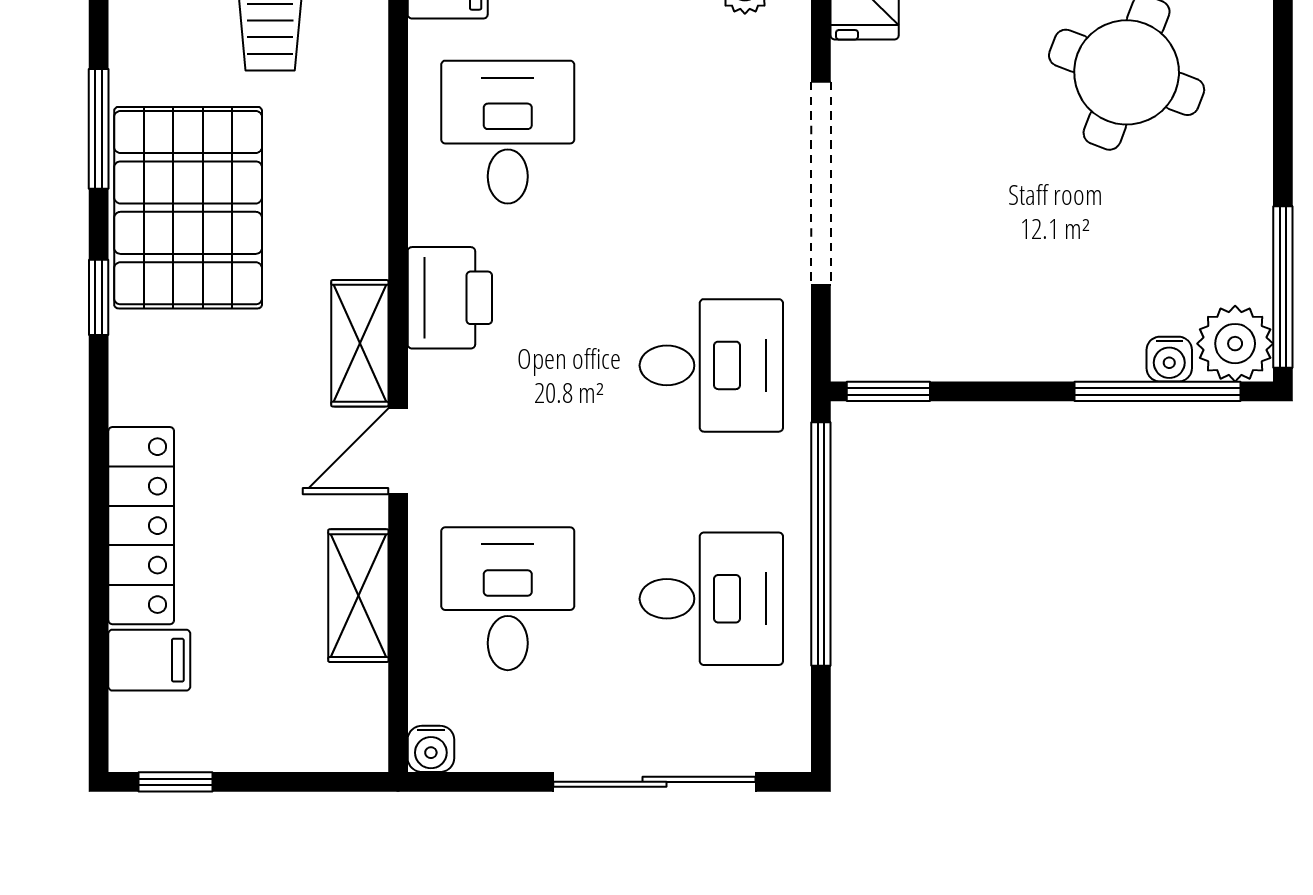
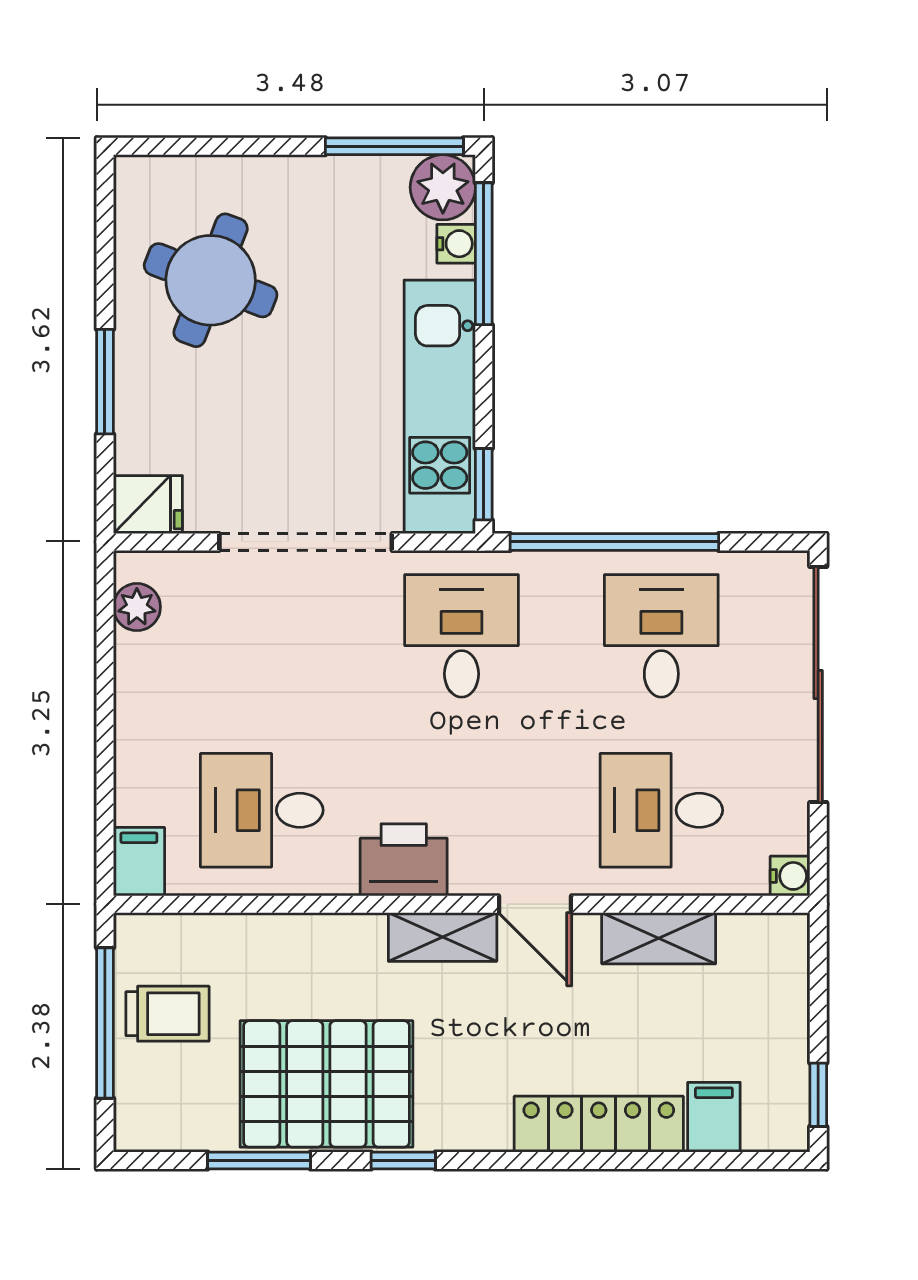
kitchen unit: (979, 340) -> (440, 407), added
sliding door: (654, 782) -> (818, 685), width x1.36

